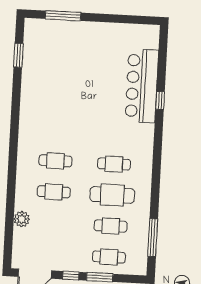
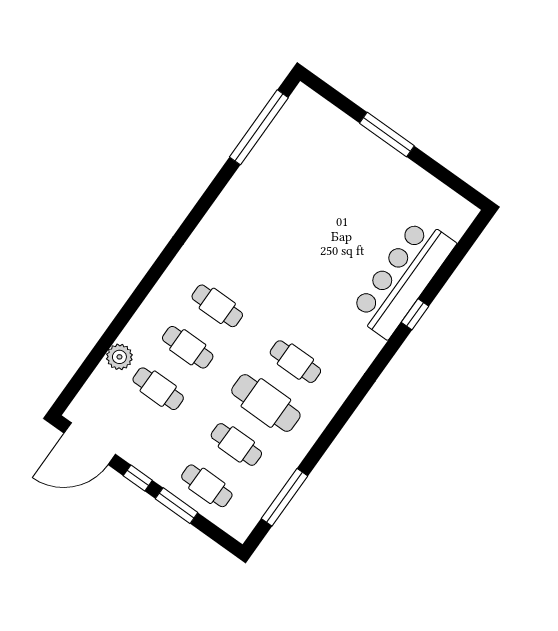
window: (63, 16) -> (387, 134), moved
window: (18, 55) -> (259, 127), width x2.11
cafe table: (52, 223) -> (158, 389), added

